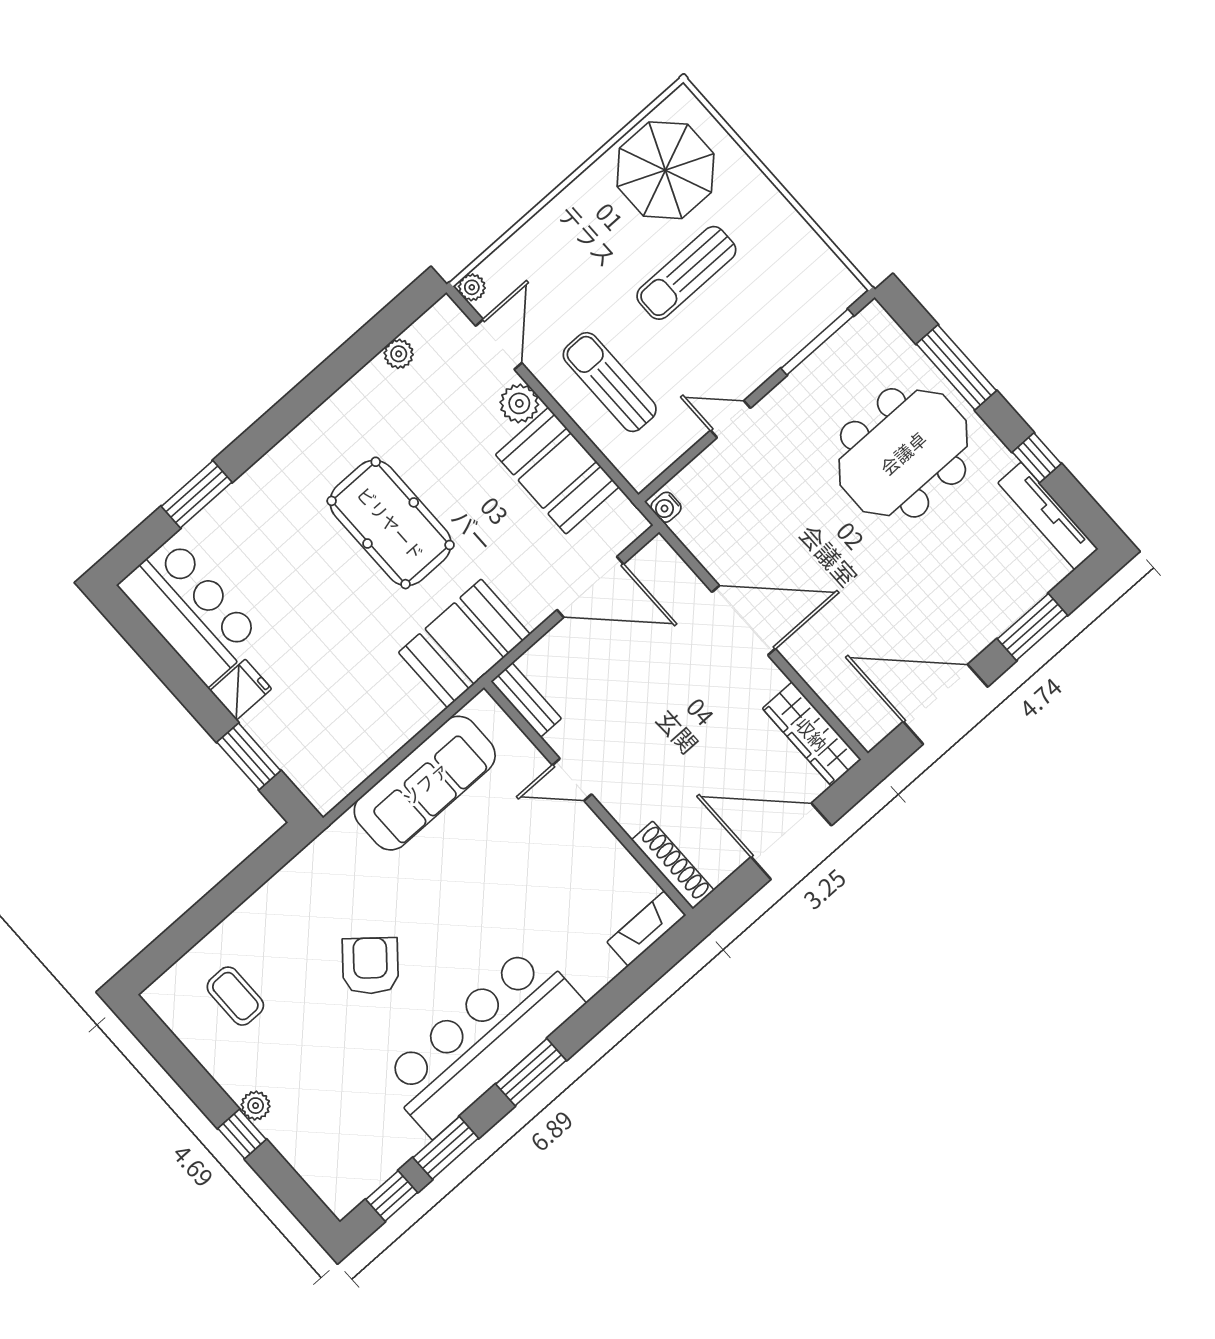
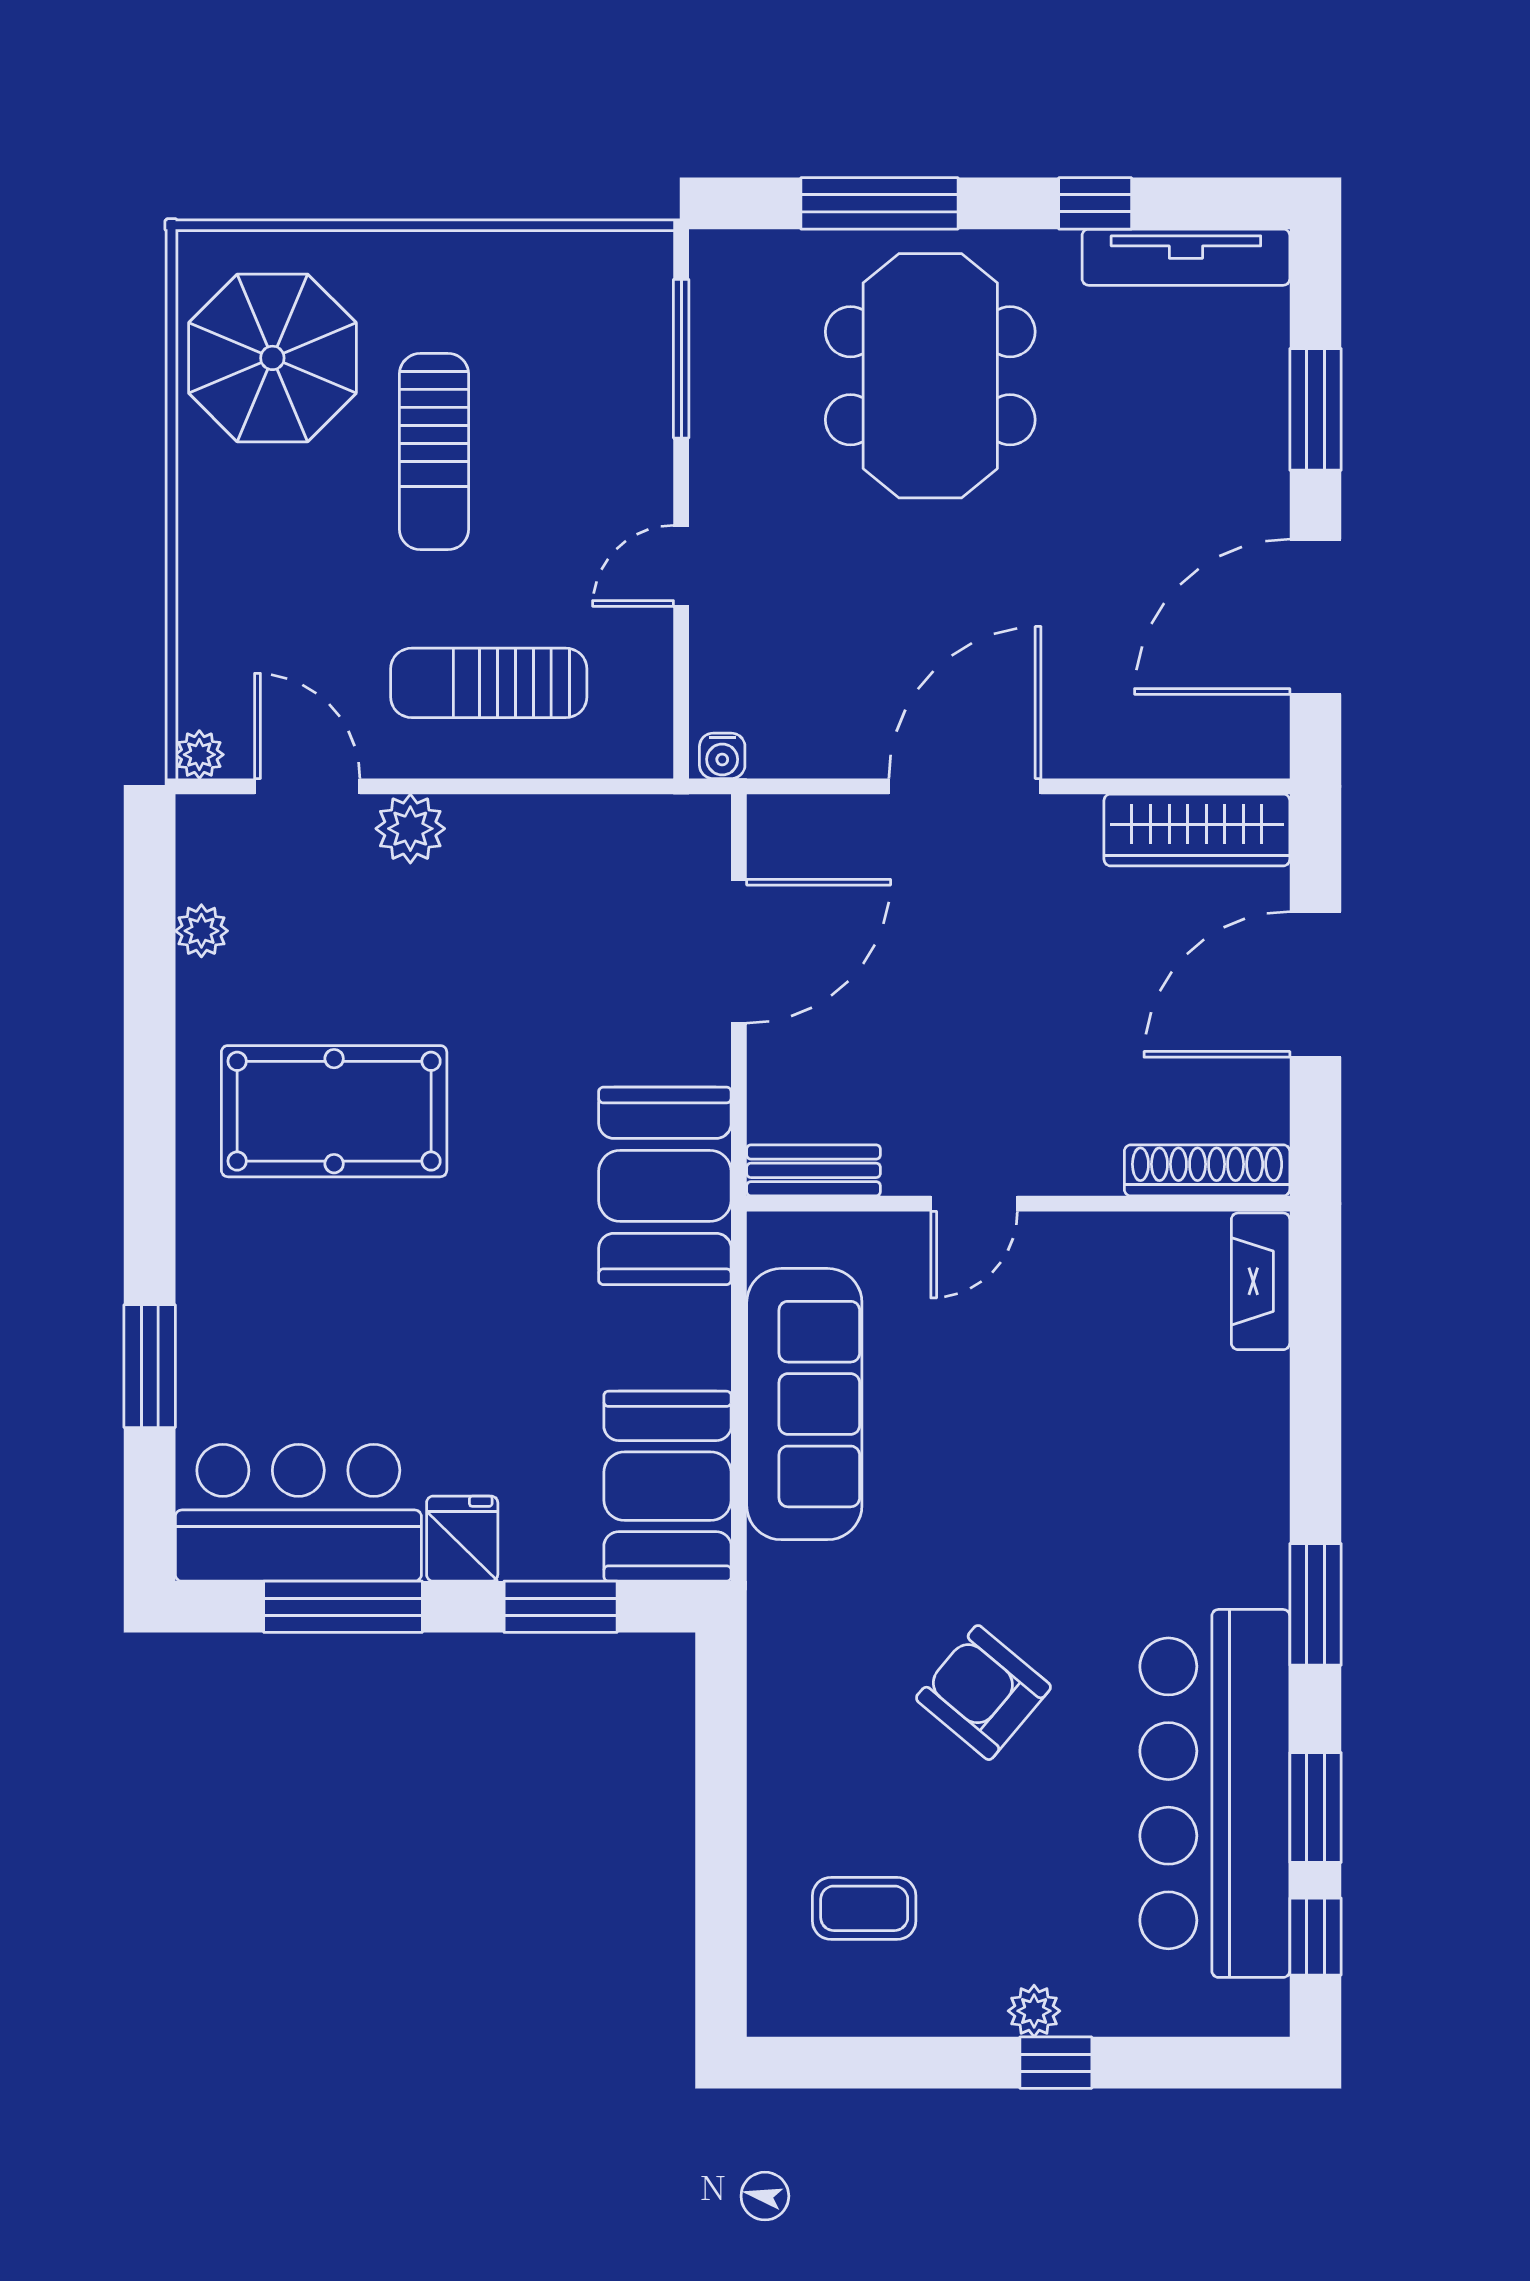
booth: (557, 471) -> (668, 1486), moved, turned 90
pool table: (391, 523) -> (334, 1111), moved
window: (168, 665) -> (343, 1607), added
bar counter: (482, 1040) -> (1215, 1793), moved

